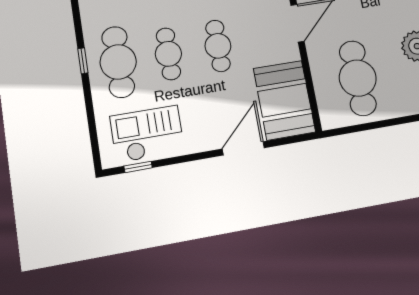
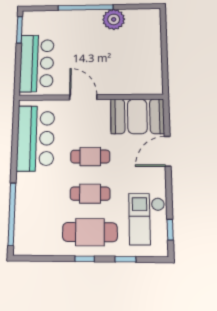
cafe table: (358, 78) -> (130, 63), removed
window: (90, 114) -> (125, 259), added
door: (243, 148) -> (168, 151), hinge flipped

